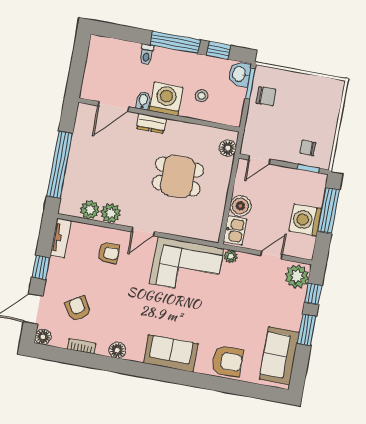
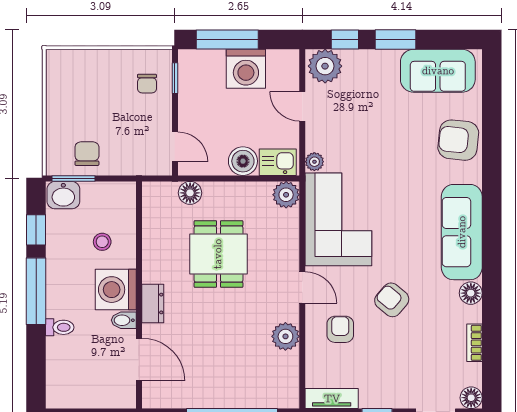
floor lamp: (228, 148) -> (190, 193), moved
plant: (90, 210) -> (286, 195), moved
armchair: (78, 309) -> (392, 300), moved, turned 71
sofa: (171, 353) -> (462, 232), width x1.36
armchair: (227, 361) -> (458, 140), turned -84

